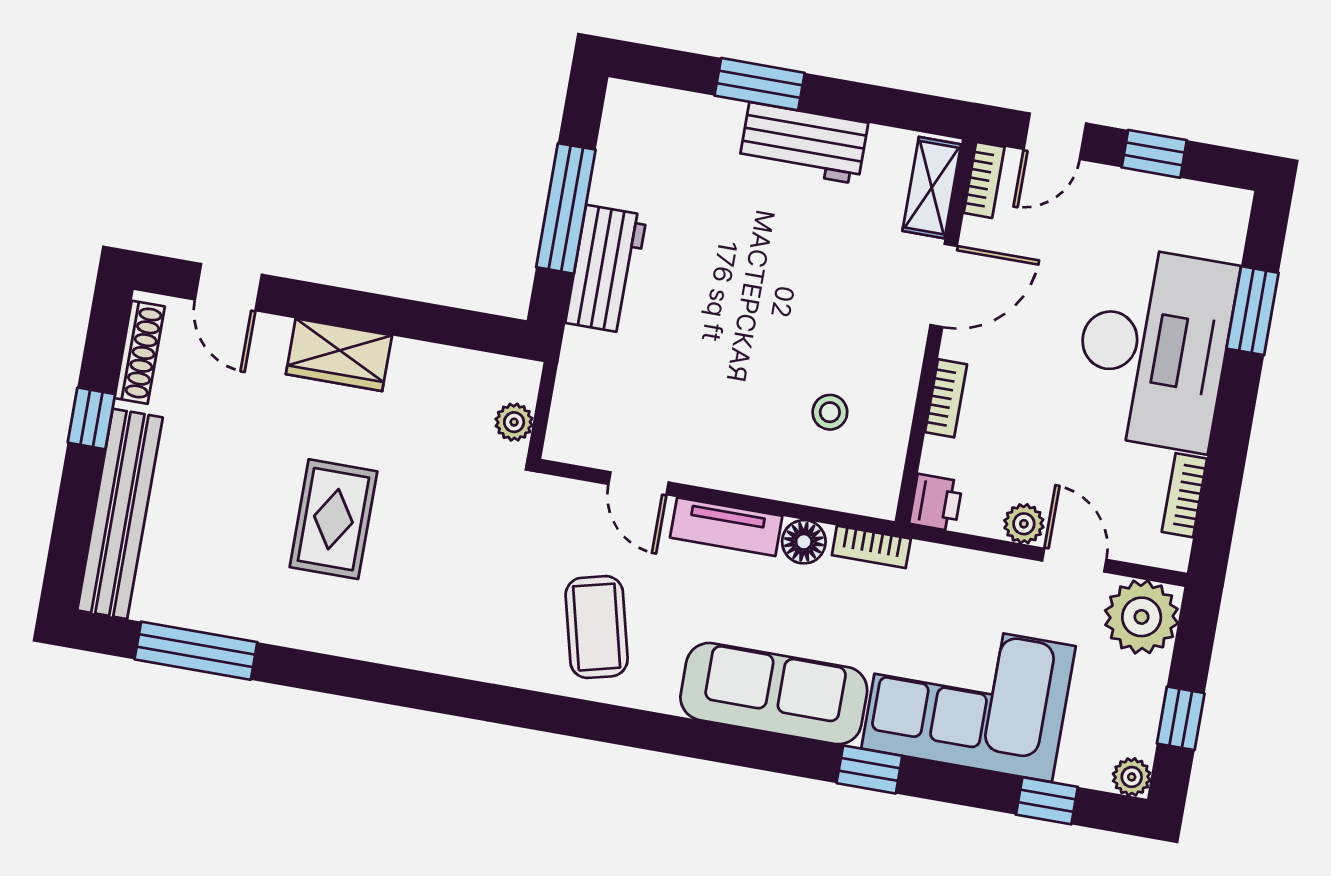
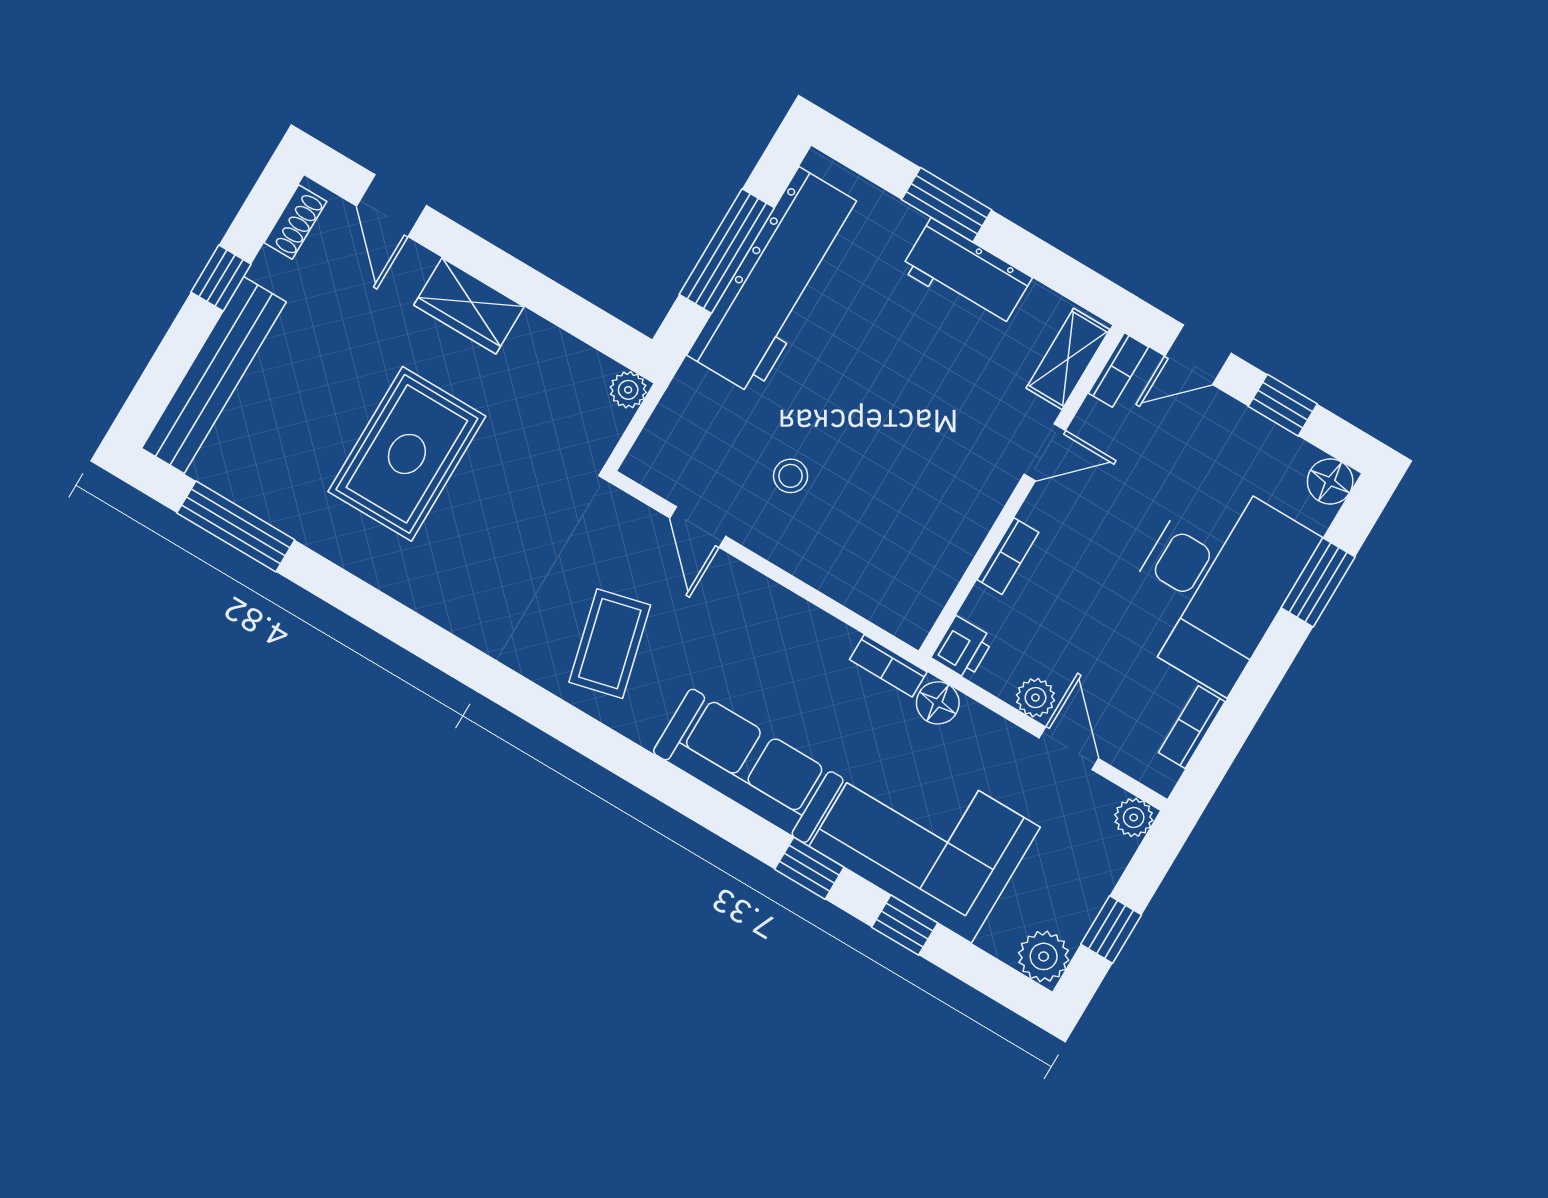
floor lamp: (1227, 210) -> (1330, 481), added
workbench: (606, 269) -> (777, 281), width x1.88, depth x1.32
door: (944, 285) -> (1045, 452), width x0.73
shoe rack: (140, 352) -> (295, 222), width x0.70
stool: (830, 412) -> (791, 476), moved
plant: (514, 422) -> (628, 390), moved
rug: (333, 519) -> (407, 454), width x1.36, depth x1.43
tv unit: (726, 527) -> (763, 597), removed
floor lamp: (804, 542) -> (938, 703), moved
plant: (1142, 617) -> (1134, 817), width x0.53, depth x0.53
plant: (1132, 777) -> (1044, 956), width x1.38, depth x1.38
window: (1047, 801) -> (905, 925), moved

